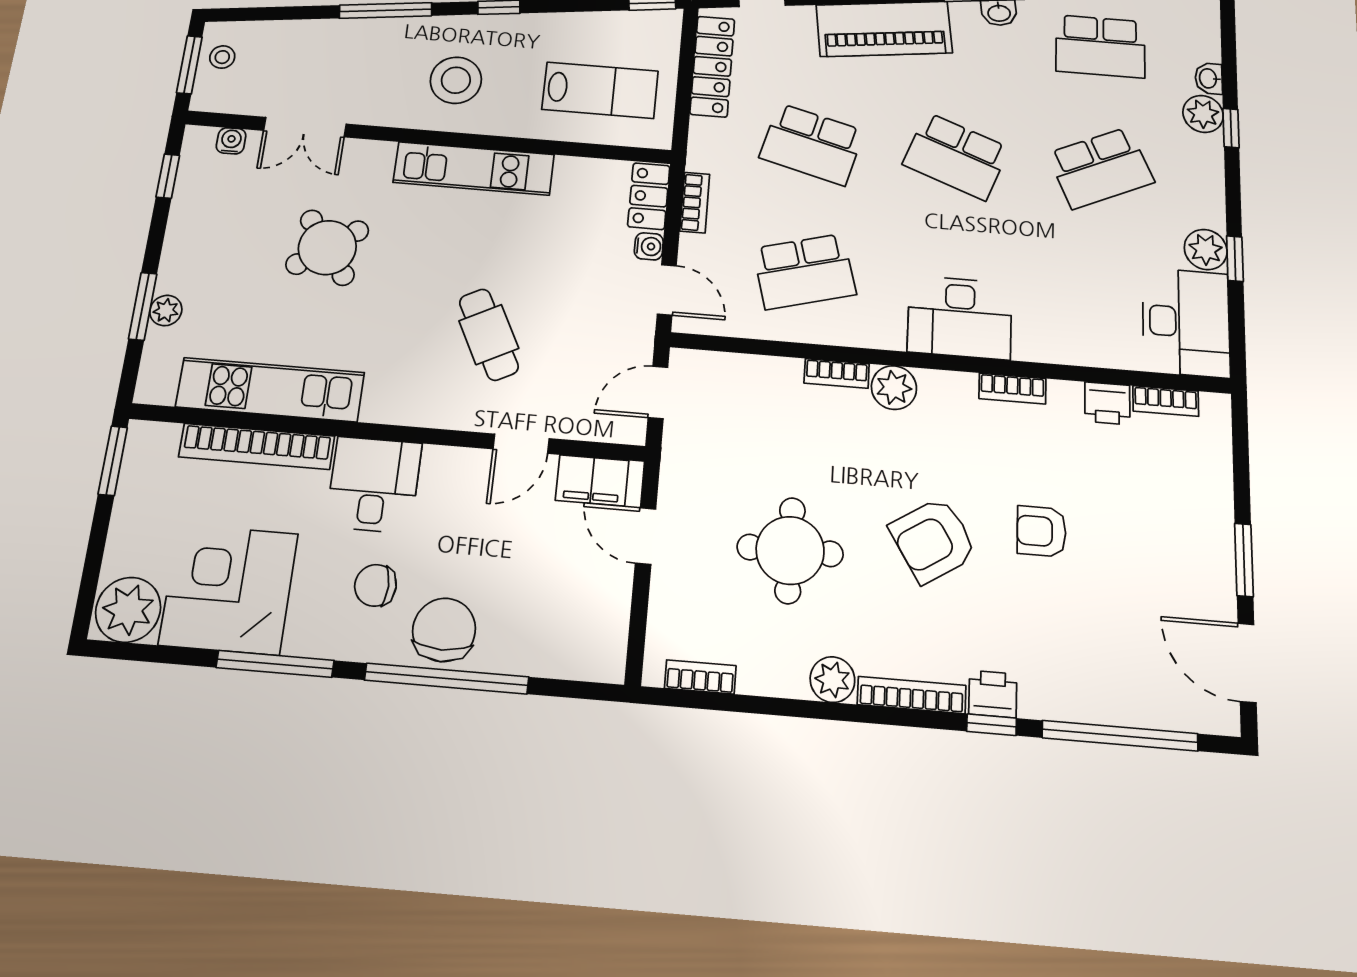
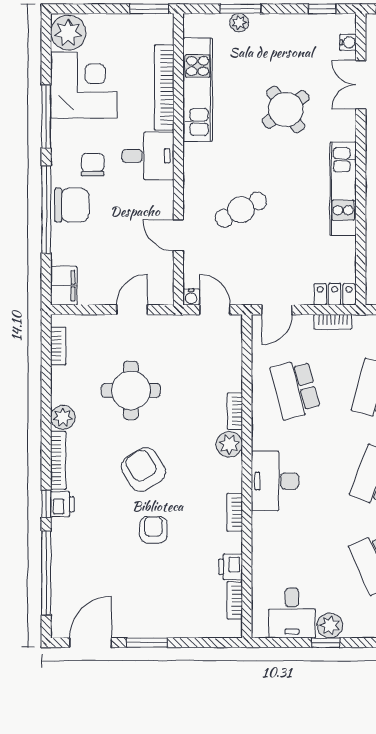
water cooler: (649, 246) -> (191, 297), moved
desk: (1186, 322) -> (292, 613), width x0.73
filing cabinet: (592, 480) -> (64, 286), moved, turned 180

